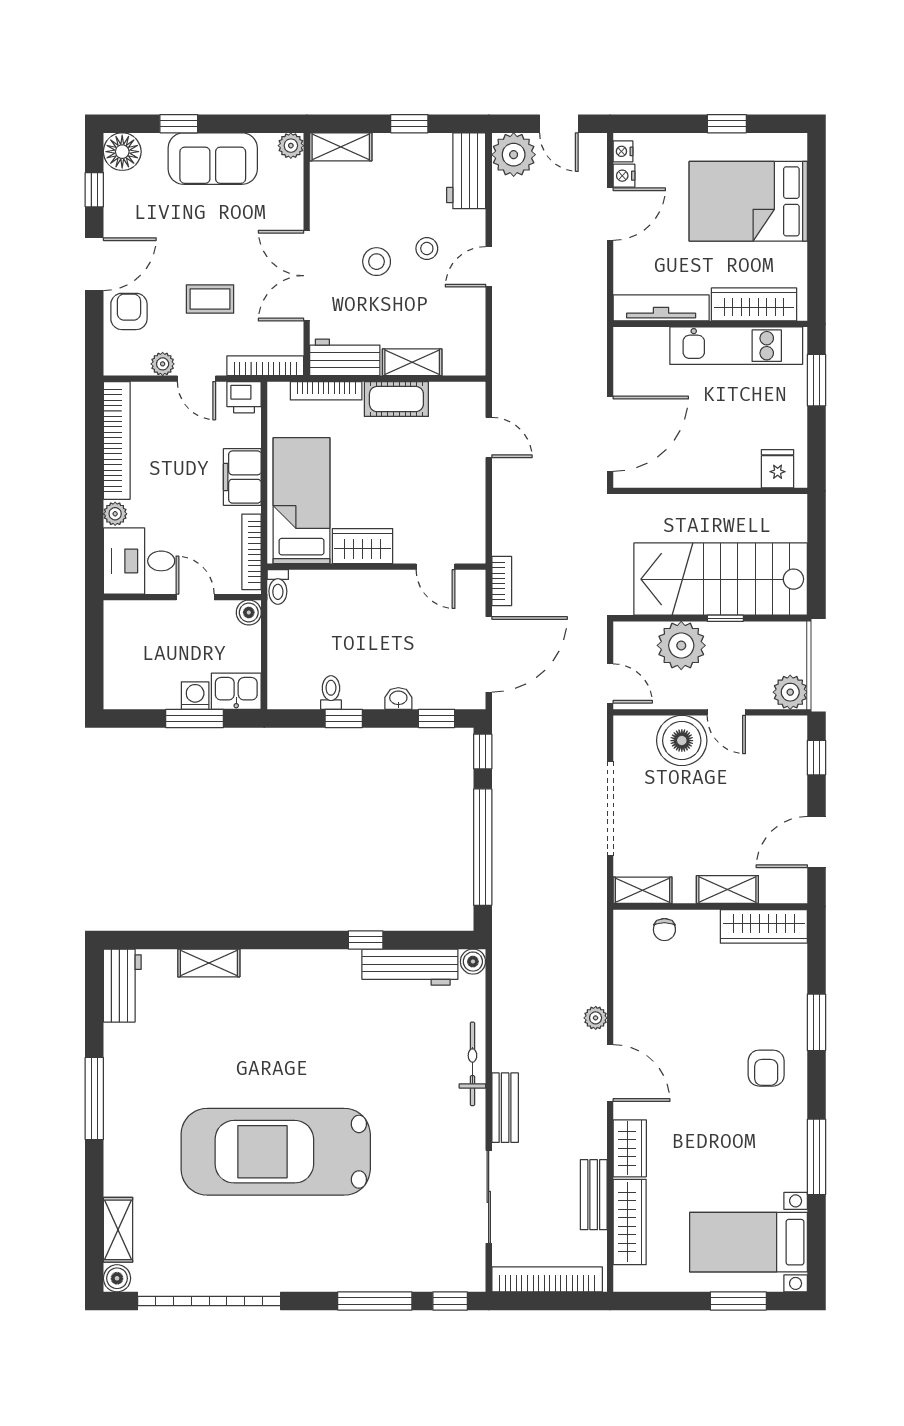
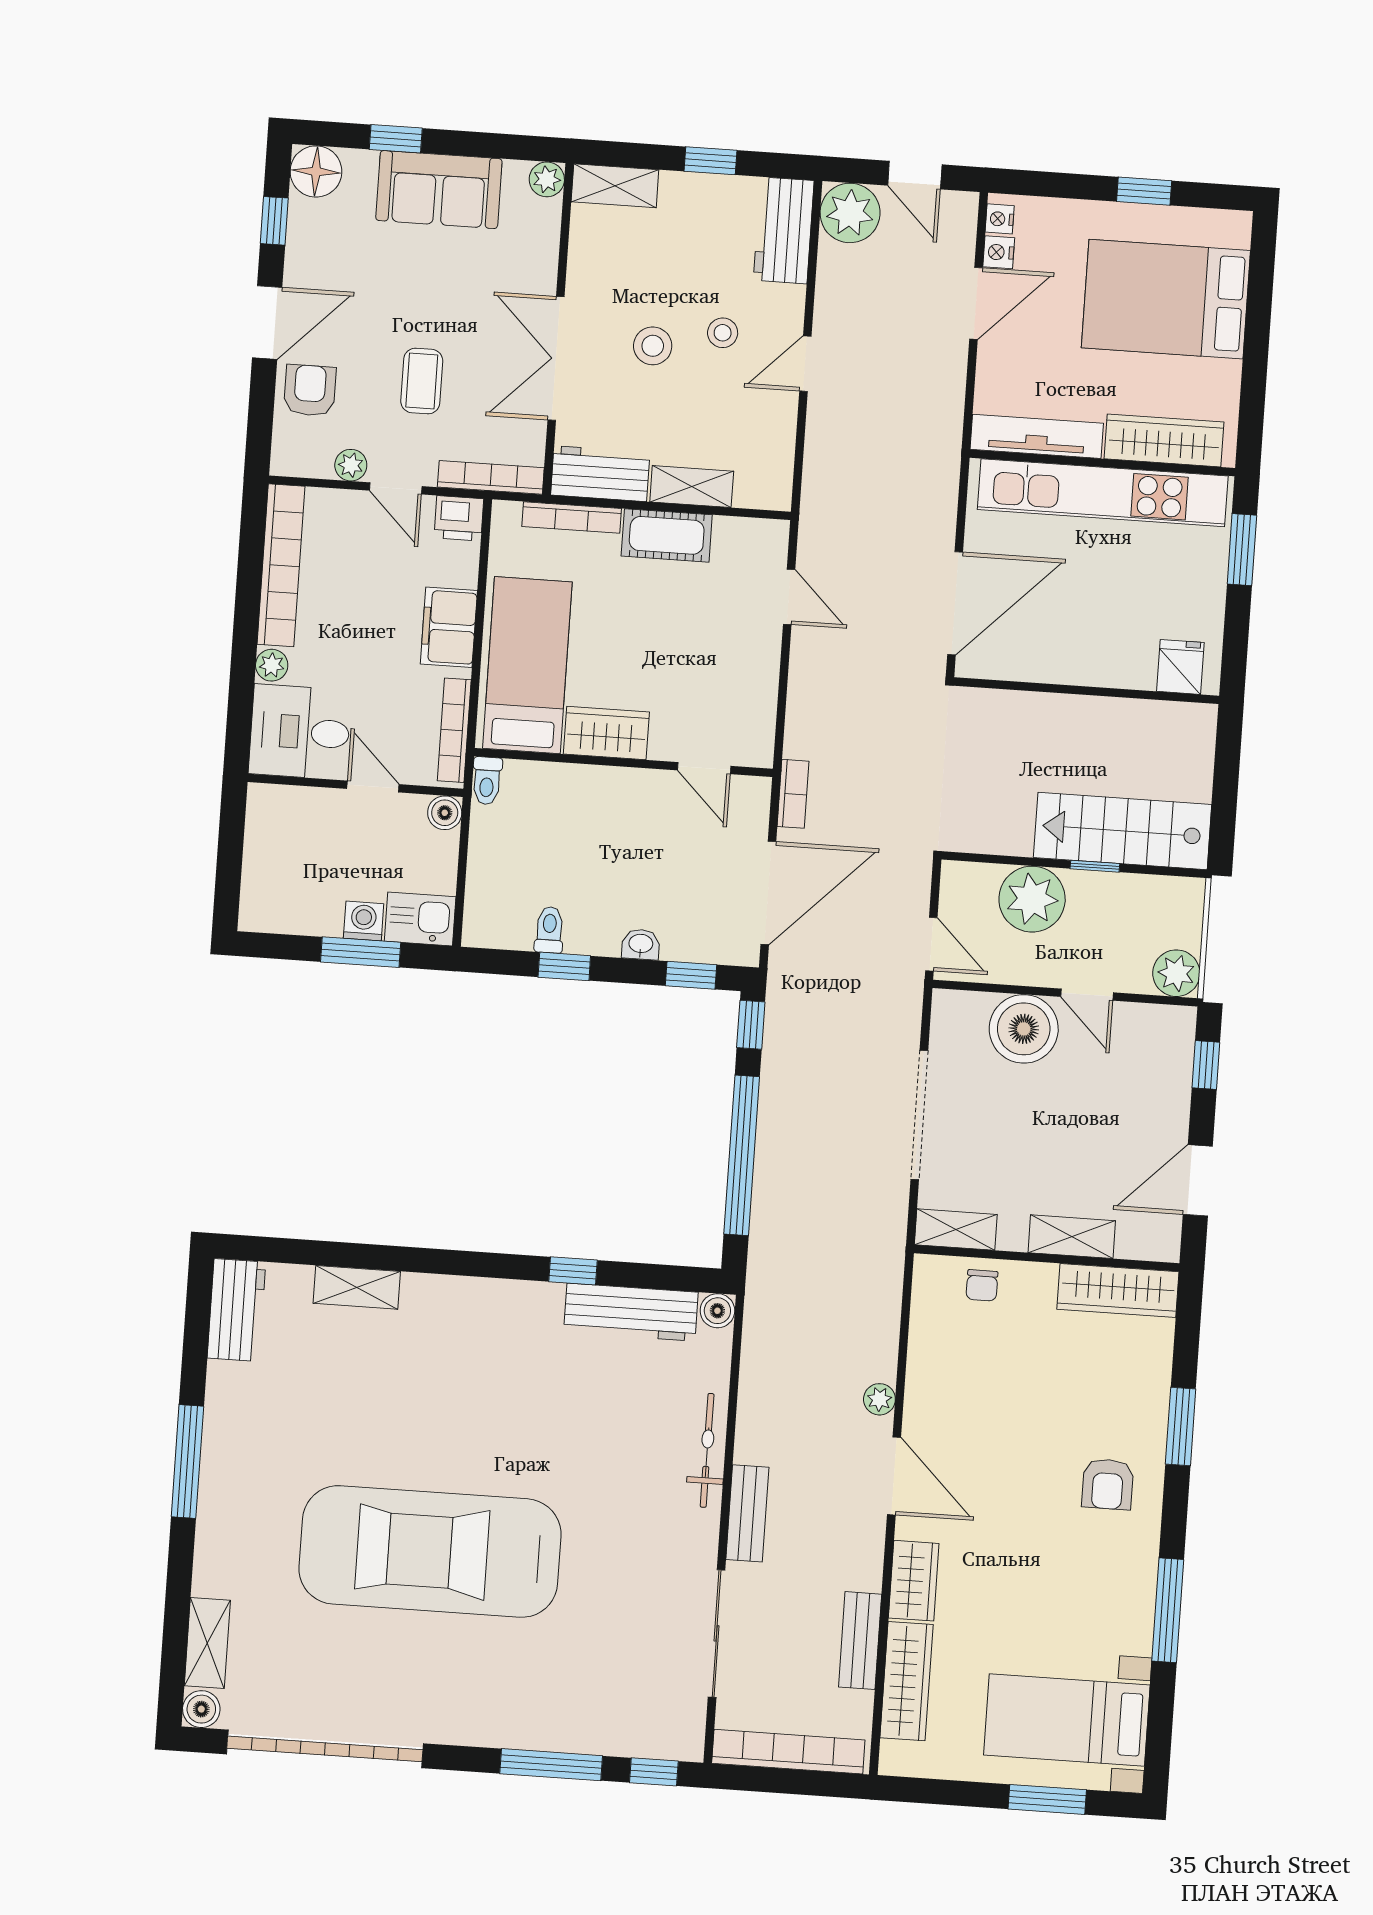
coffee table: (210, 299) -> (422, 381), turned 90
kitchen unit: (736, 346) -> (1103, 493), width x1.36
stairs: (721, 579) -> (1123, 831), width x0.73, depth x0.66

